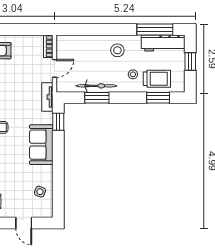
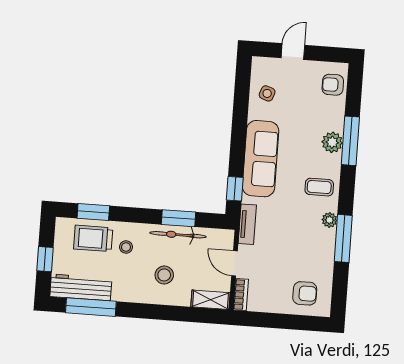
shelving: (70, 41) -> (210, 300), added
stool: (117, 50) -> (164, 275), moved
door: (54, 68) -> (234, 263), hinge flipped
sofa: (41, 145) -> (261, 159), width x1.36
door: (24, 223) -> (293, 52), hinge flipped

